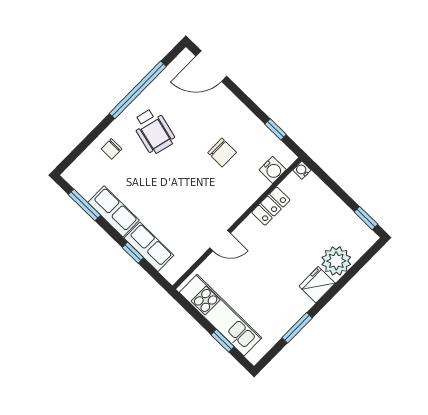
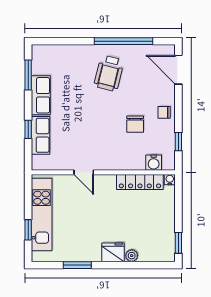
chair: (112, 149) -> (164, 112), moved
locker: (271, 206) -> (140, 182), width x1.53
plant: (336, 261) -> (132, 256), width x0.53, depth x0.53

